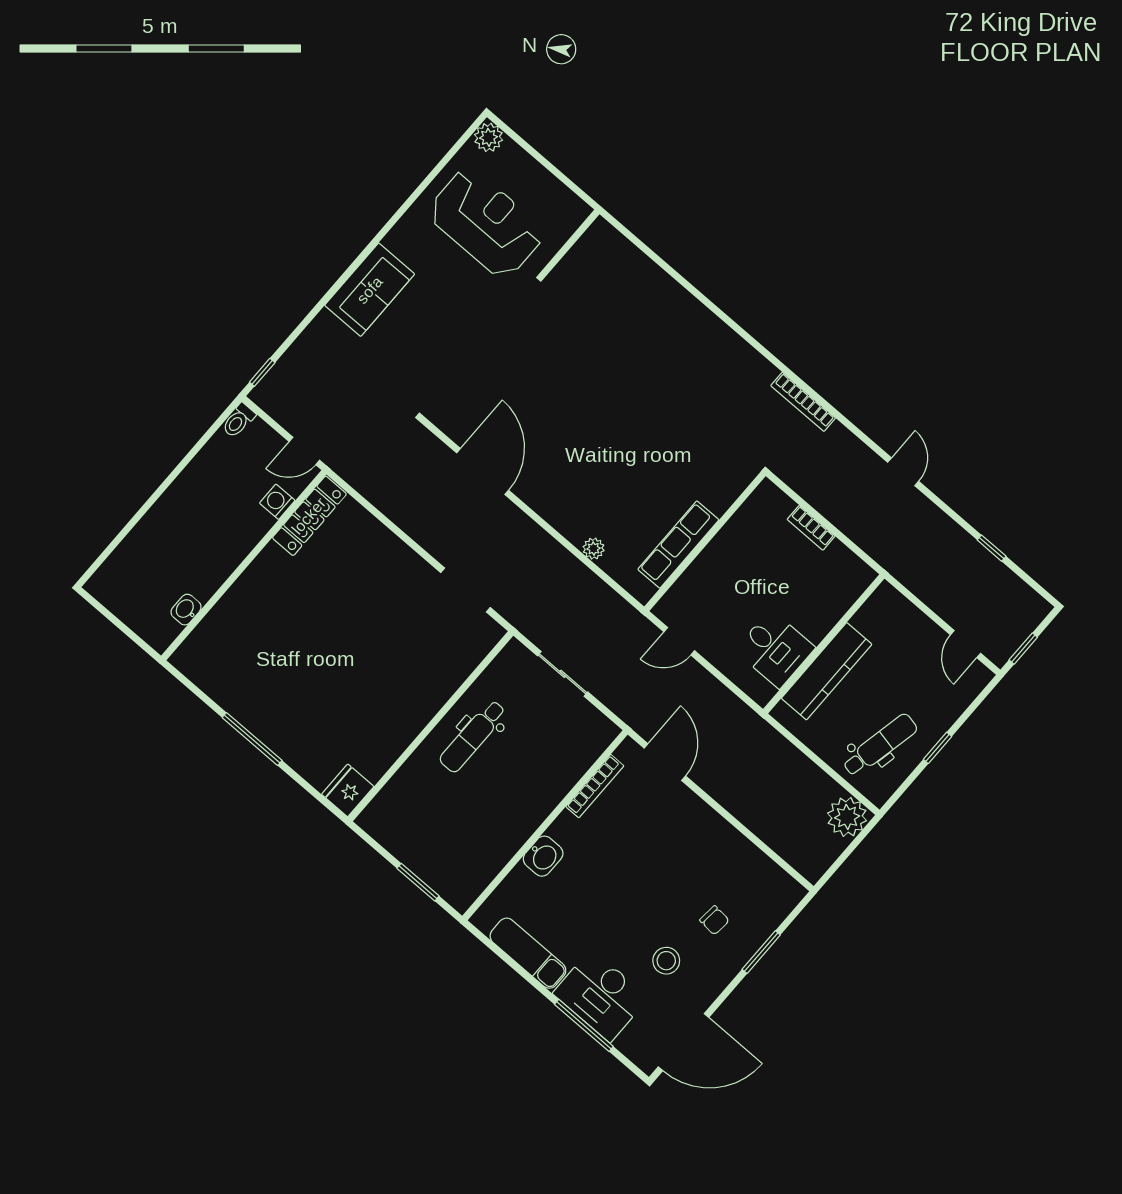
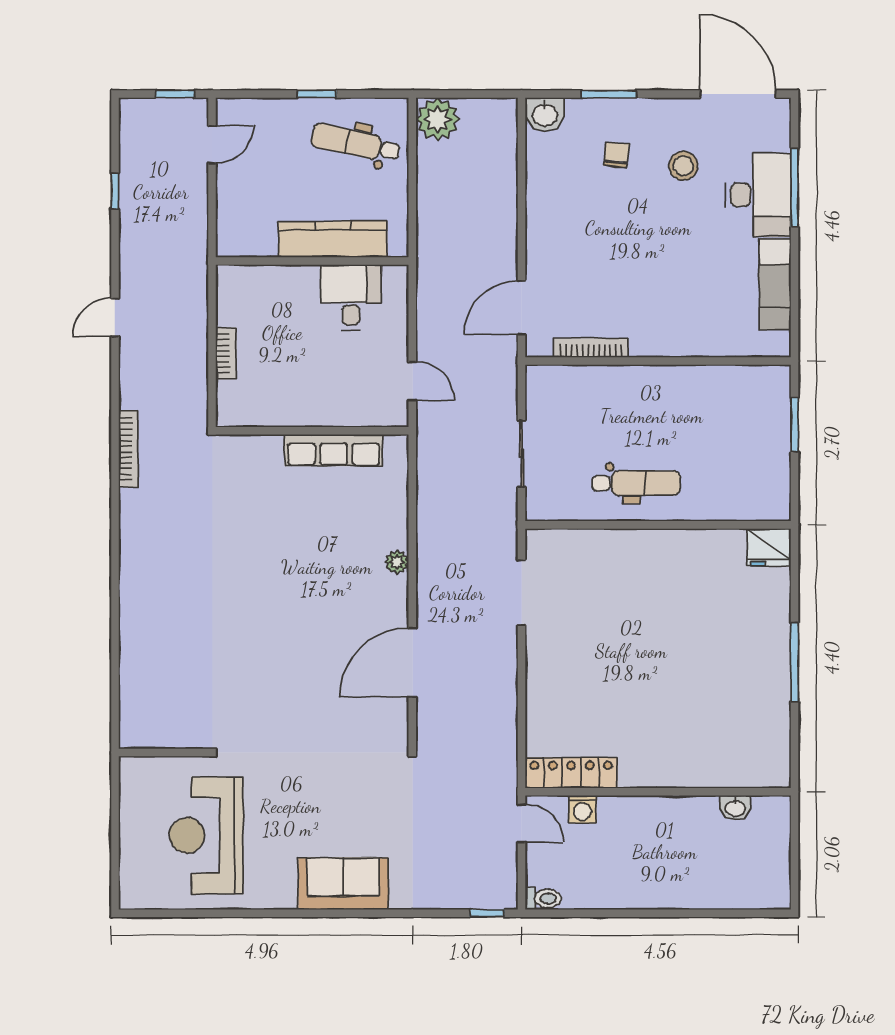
plant: (489, 137) -> (134, 894), removed
plant: (594, 549) -> (397, 562), moved
washbasin: (543, 856) -> (545, 114), moved, turned 180

